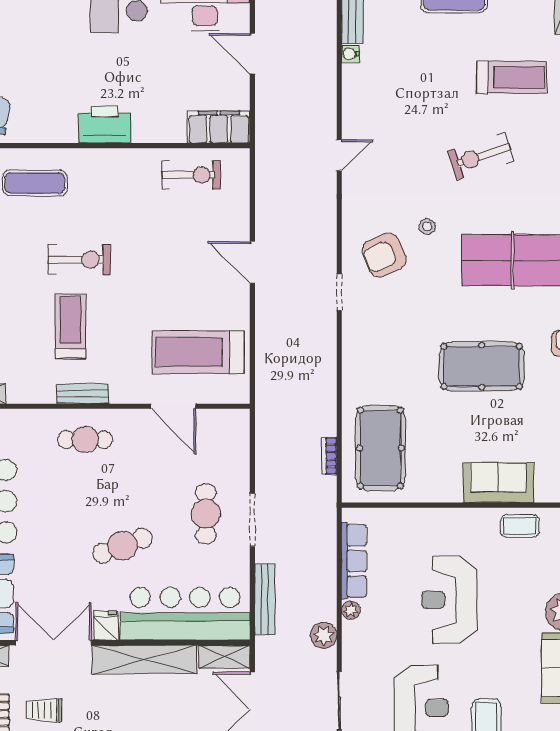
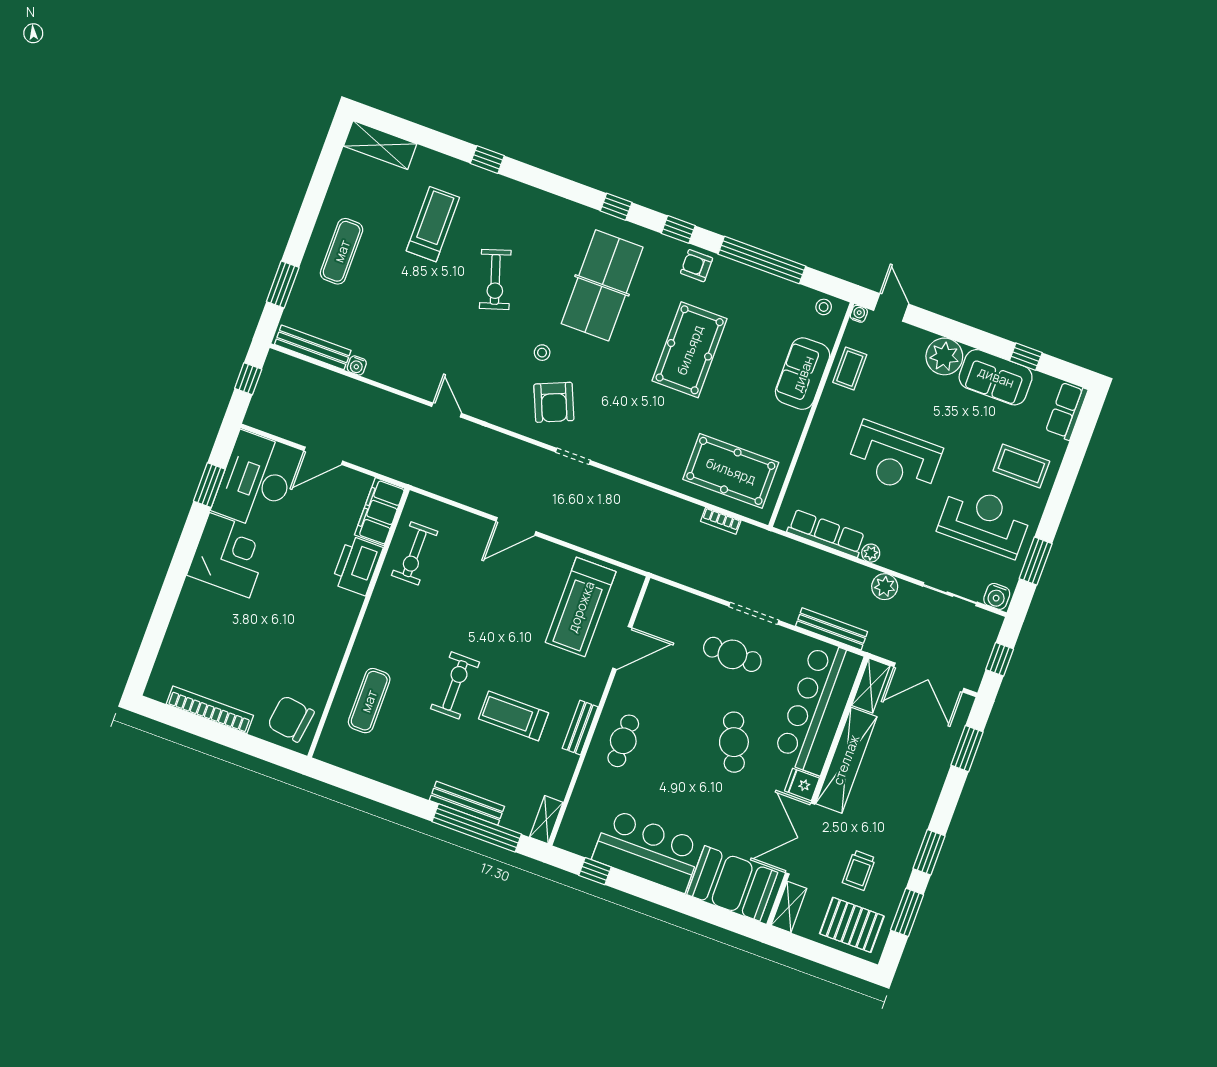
printer: (105, 124) -> (357, 566), moved
exercise bike: (191, 175) -> (415, 553), turned 180

